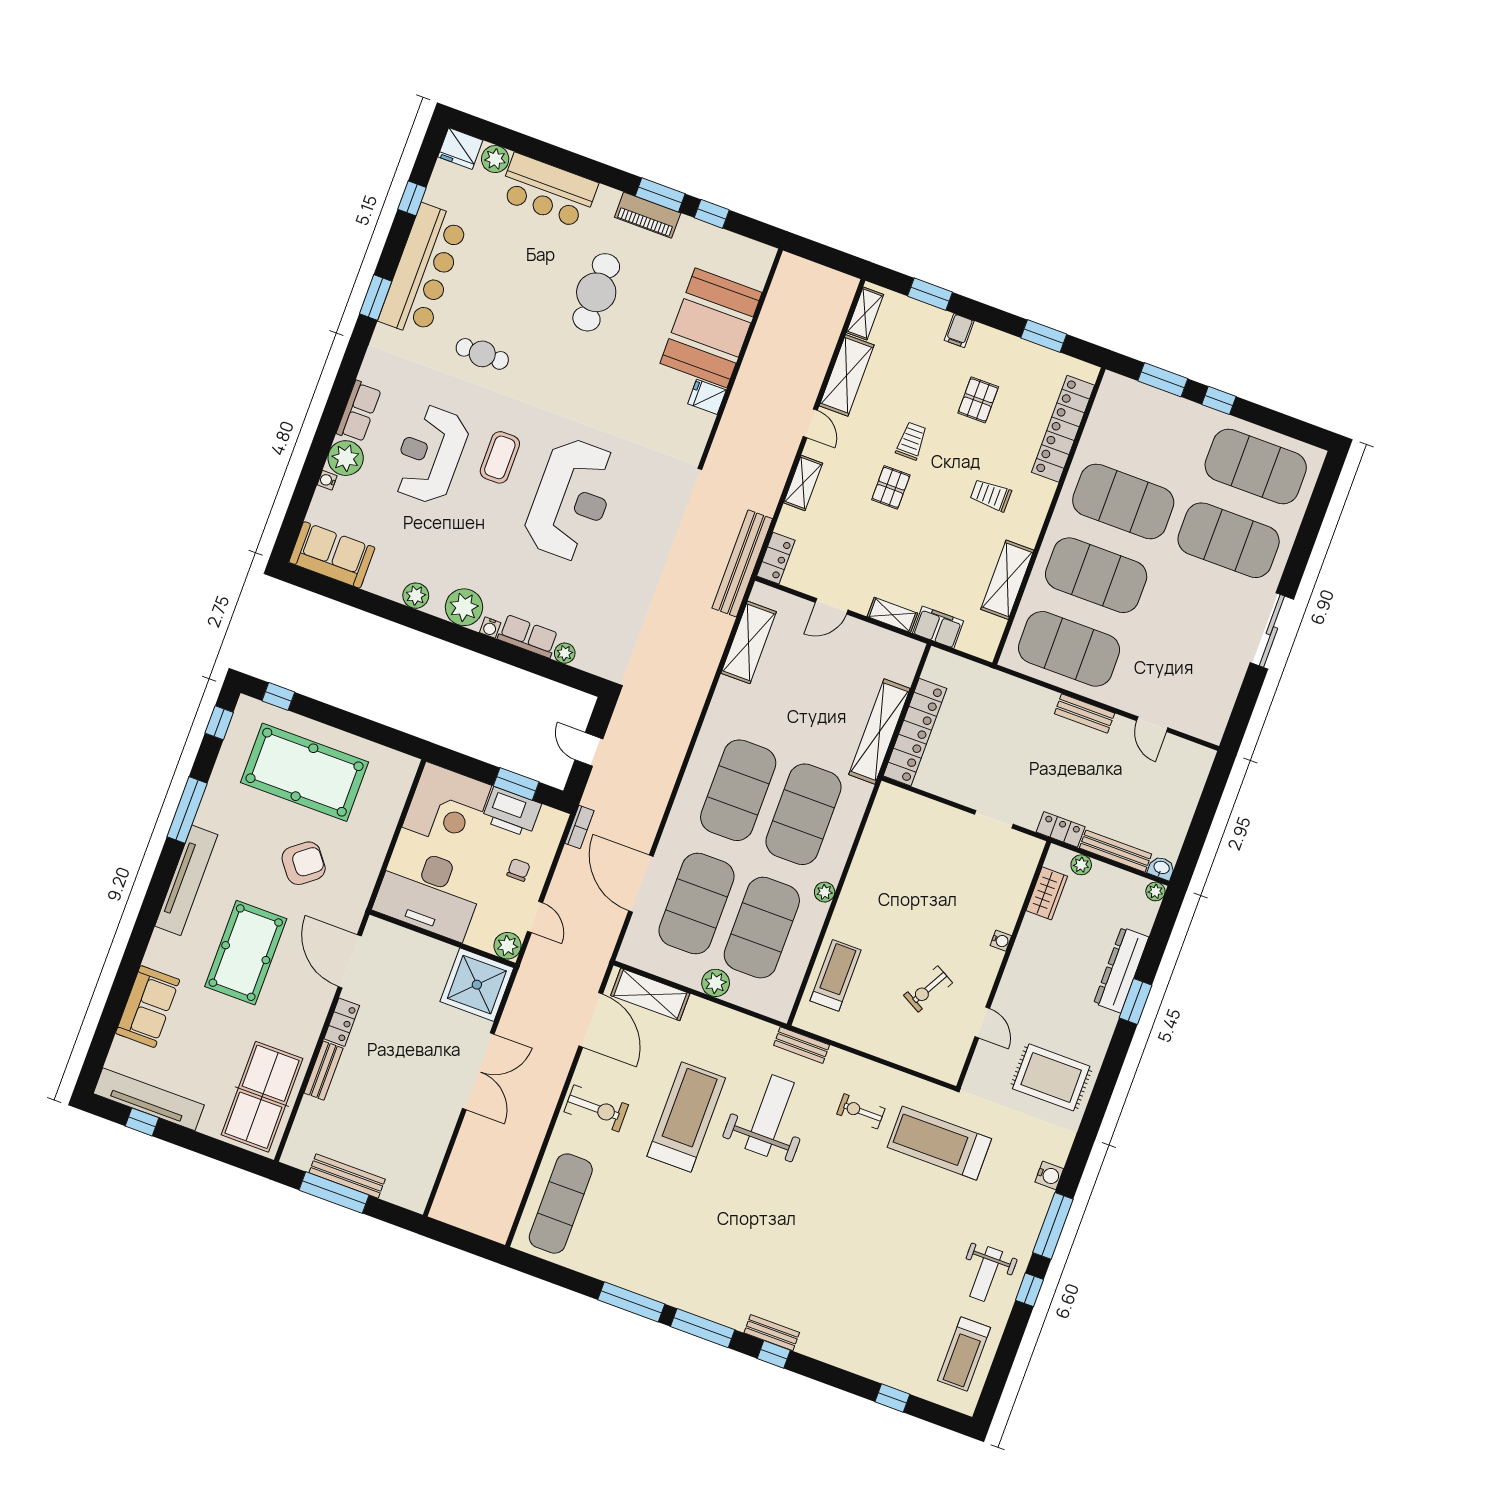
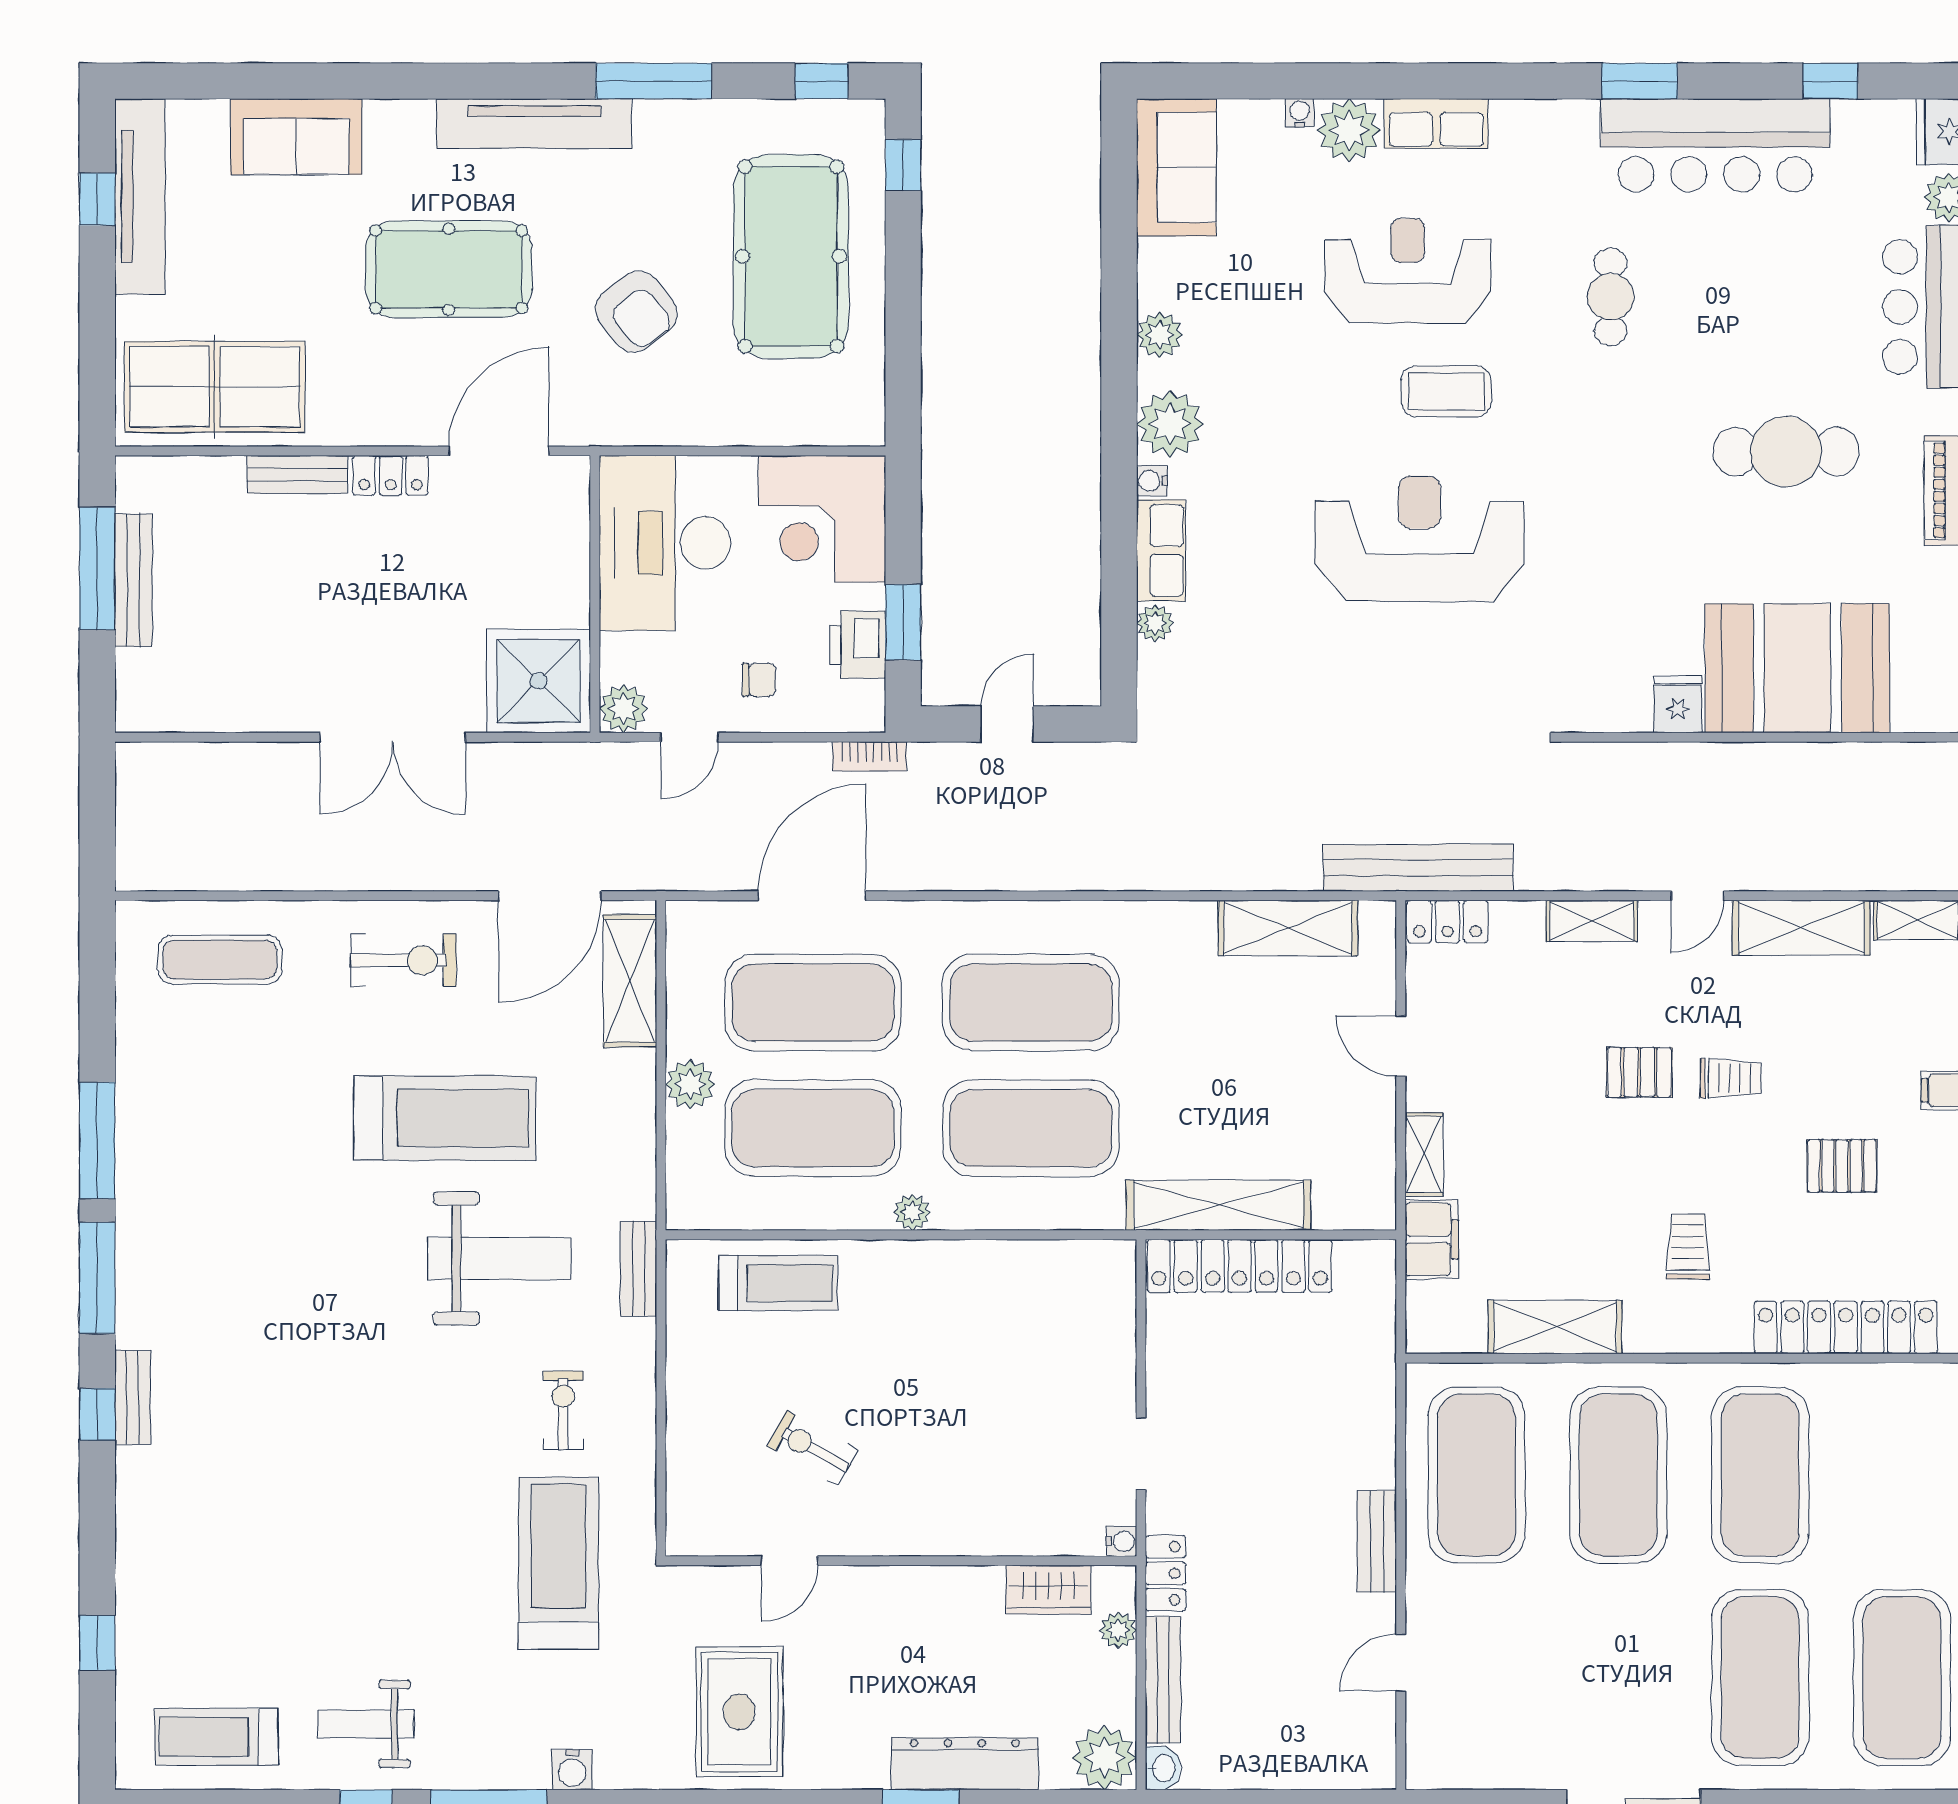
reception desk: (571, 499) -> (1420, 539), turned 180
printer: (511, 812) -> (858, 645), width x0.73, depth x0.84
plant: (1155, 891) -> (1104, 1758), width x1.88, depth x1.88
water cooler: (1001, 941) -> (1121, 1541), moved, turned -90
exercise bike: (596, 1108) -> (403, 960), turned -90
exercise mat: (561, 1204) -> (220, 960), width x0.73, depth x0.69

